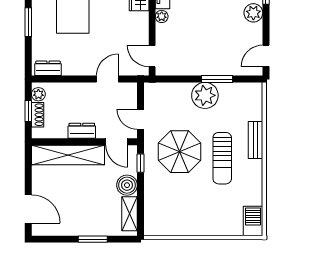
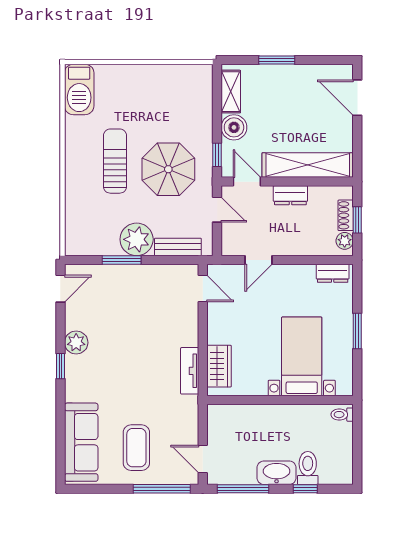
plant: (162, 16) -> (191, 338), removed
bench: (256, 140) -> (178, 247), moved, turned 90
barbecue: (253, 221) -> (79, 89), width x1.37, depth x1.21

